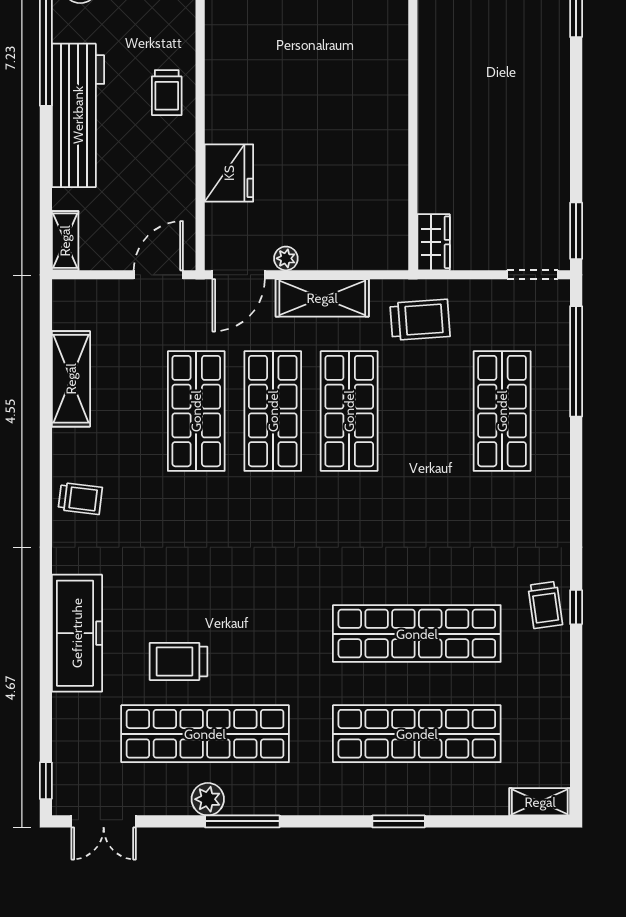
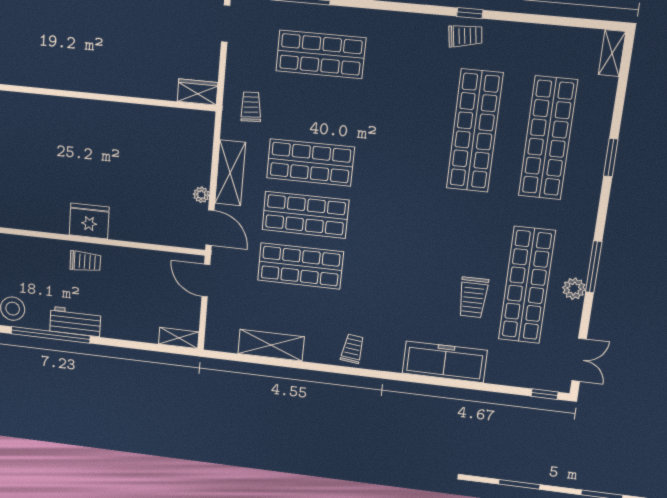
workbench: (78, 115) -> (75, 322), width x0.53, depth x0.76
fridge: (229, 173) -> (89, 221), moved
trolley: (420, 320) -> (251, 107), width x0.73, depth x0.72

